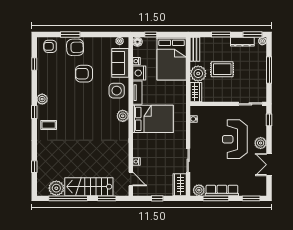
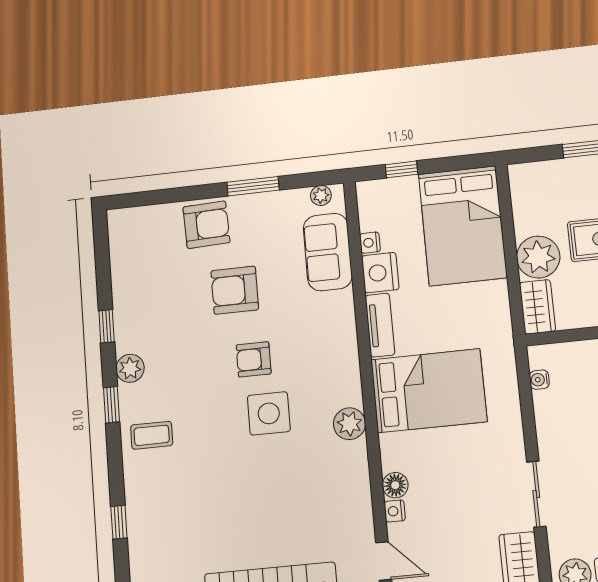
window: (70, 34) -> (253, 186), moved
floor lamp: (137, 42) -> (395, 485), moved
armchair: (50, 46) -> (254, 359), moved
bench: (195, 49) -> (522, 195), removed
window: (34, 64) -> (107, 326), moved
side table: (117, 91) -> (269, 413), moved
plant: (123, 116) -> (349, 424), moved
window: (34, 167) -> (119, 522), moved

